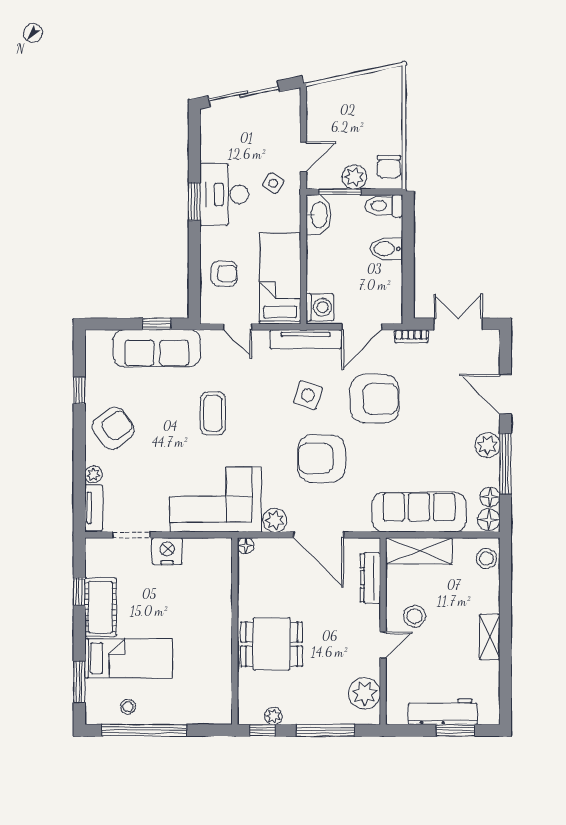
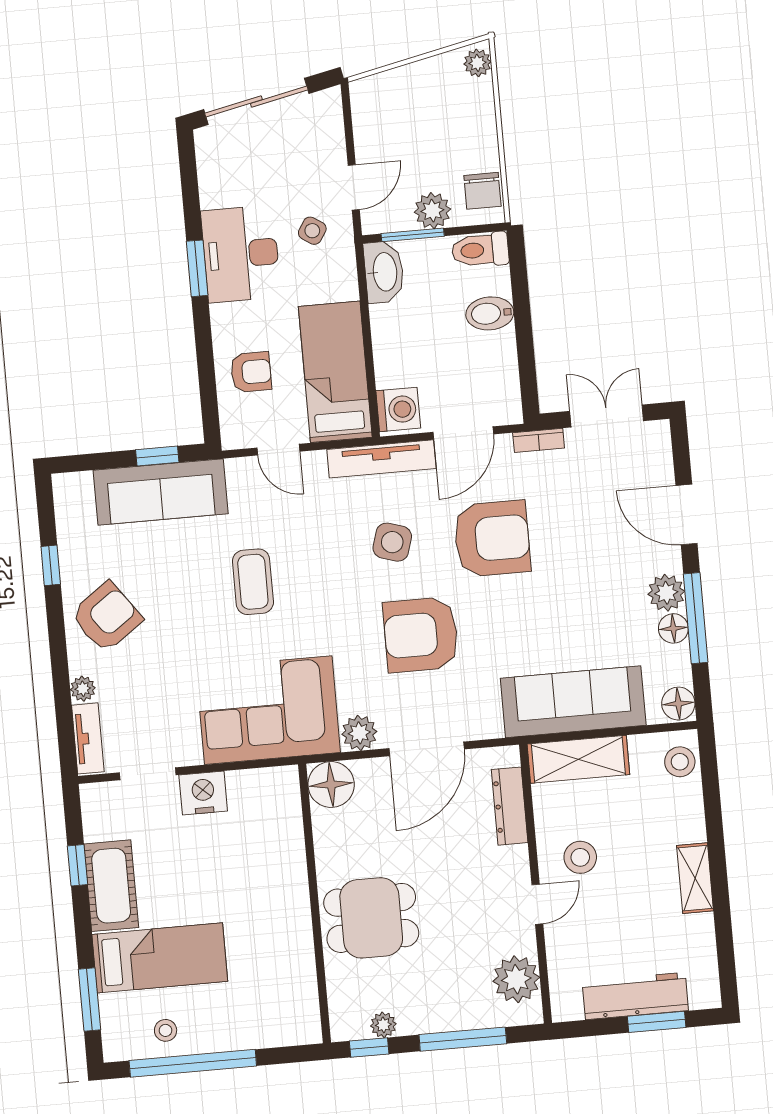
plant: (393, 81) -> (477, 63), added
floor lamp: (490, 497) -> (673, 628), moved
door: (319, 535) -> (427, 749), hinge flipped
floor lamp: (246, 546) -> (331, 784), width x1.89, depth x1.89

